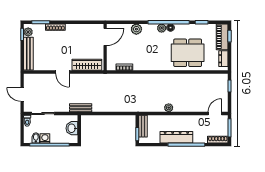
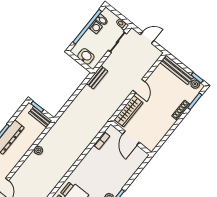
plant: (136, 29) -> (125, 176), removed
door: (105, 37) -> (131, 138), moved
door: (62, 72) -> (139, 86), swing flipped

